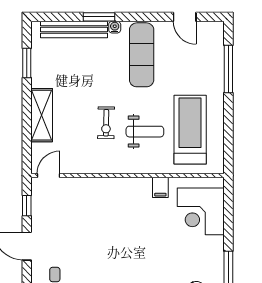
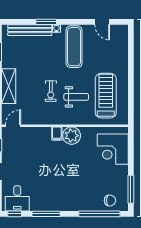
window: (228, 69) -> (131, 56), removed
filing cabinet: (160, 187) -> (57, 133), moved
plant: (138, 191) -> (72, 136), added

